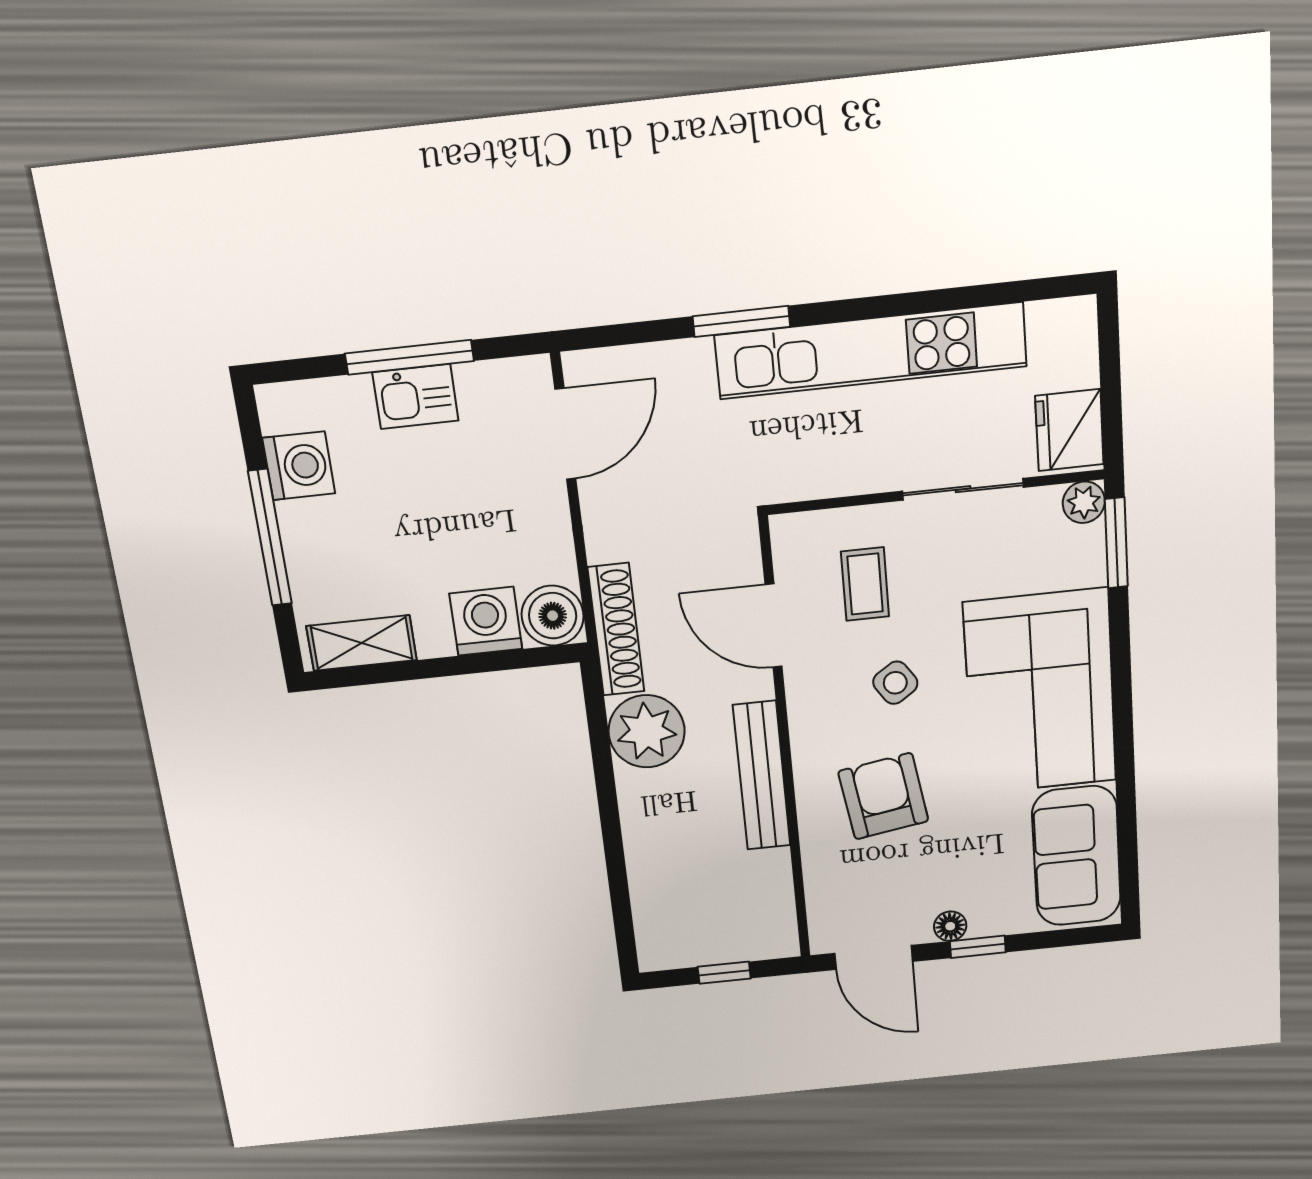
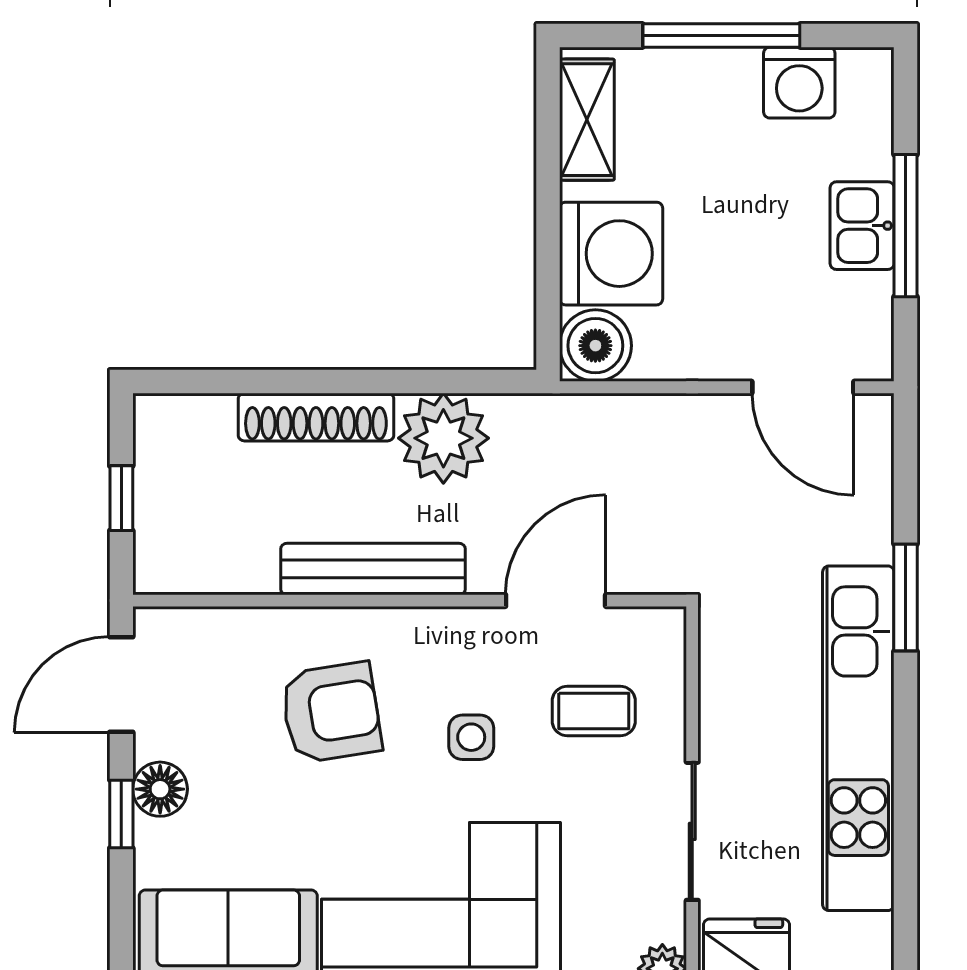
washing machine: (486, 621) -> (611, 254), width x1.37, depth x1.37
shoe rack: (616, 630) -> (316, 417), moved
side table: (895, 683) -> (471, 737), turned 34
floor lamp: (950, 926) -> (160, 789), width x1.37, depth x1.37

